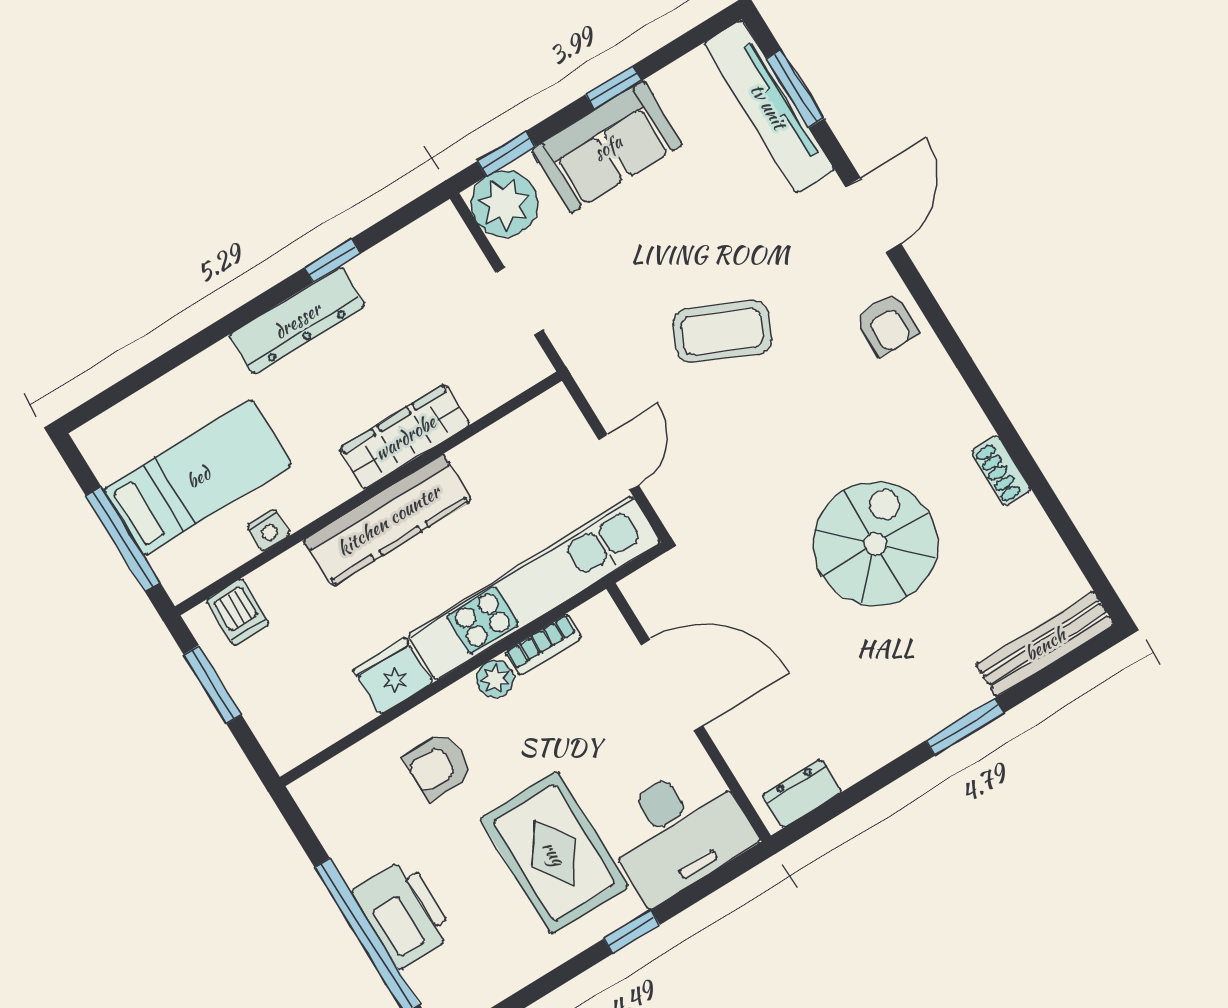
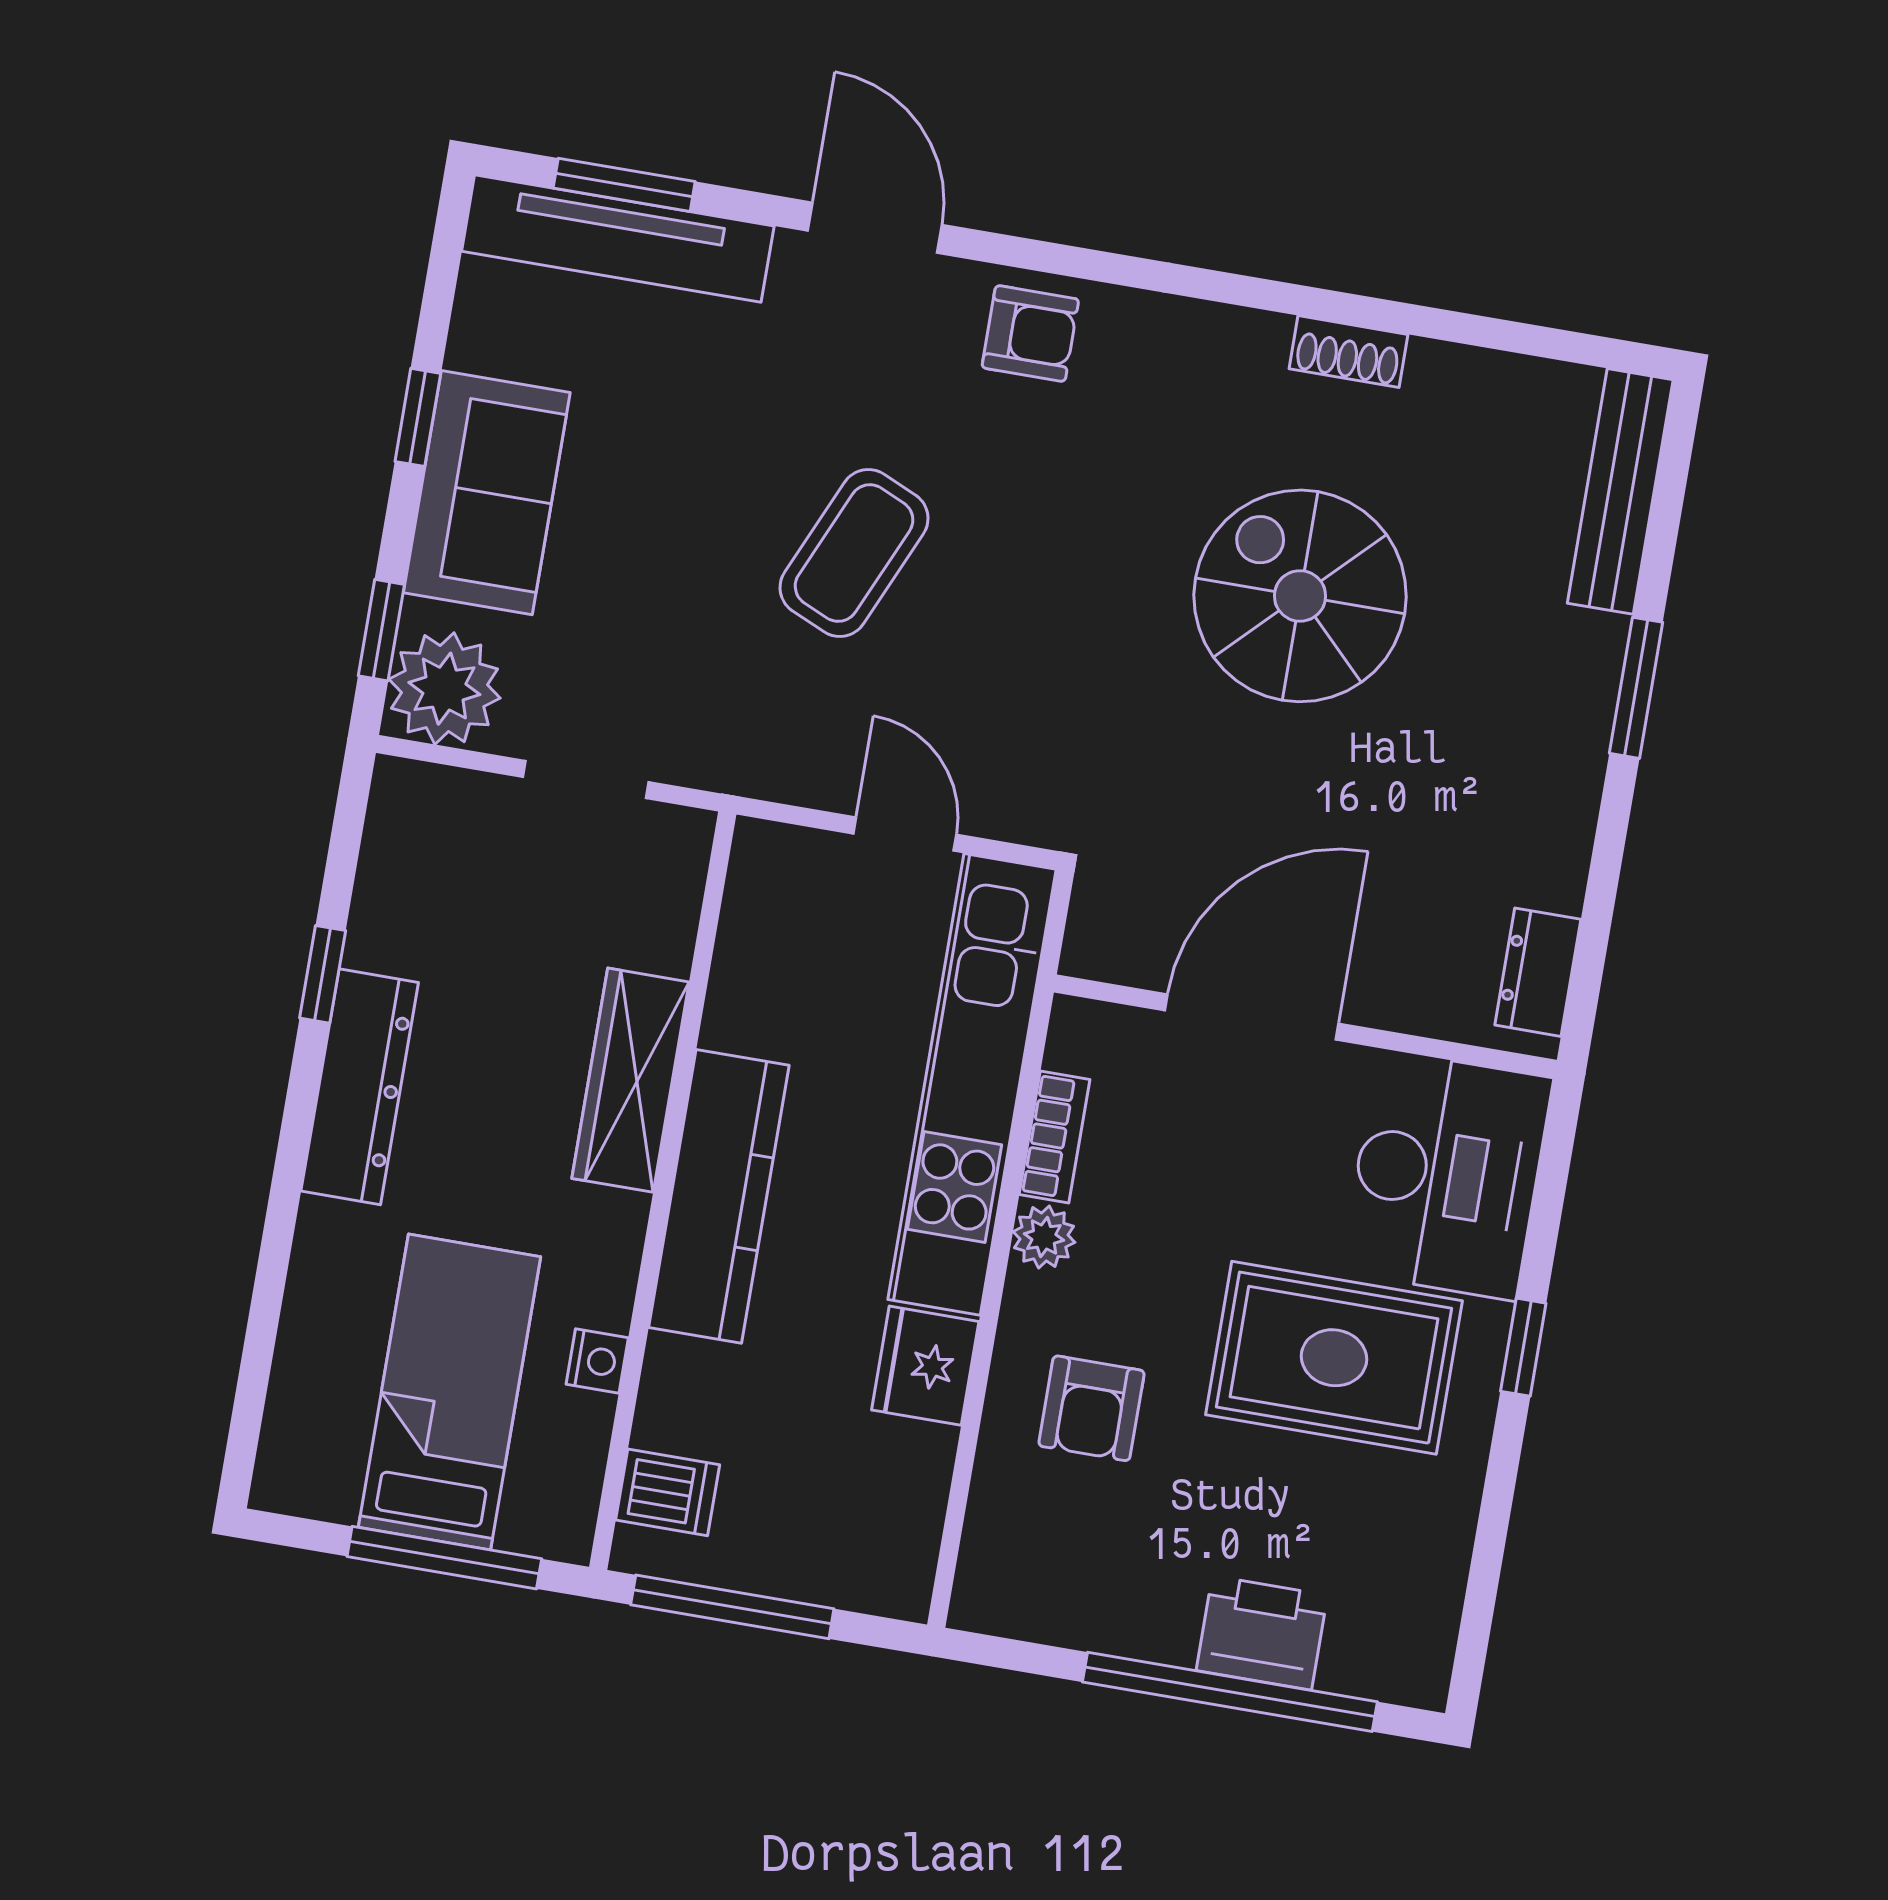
window: (213, 685) -> (732, 1607), width x1.44
printer: (403, 913) -> (1262, 1633), width x0.73, depth x0.84

